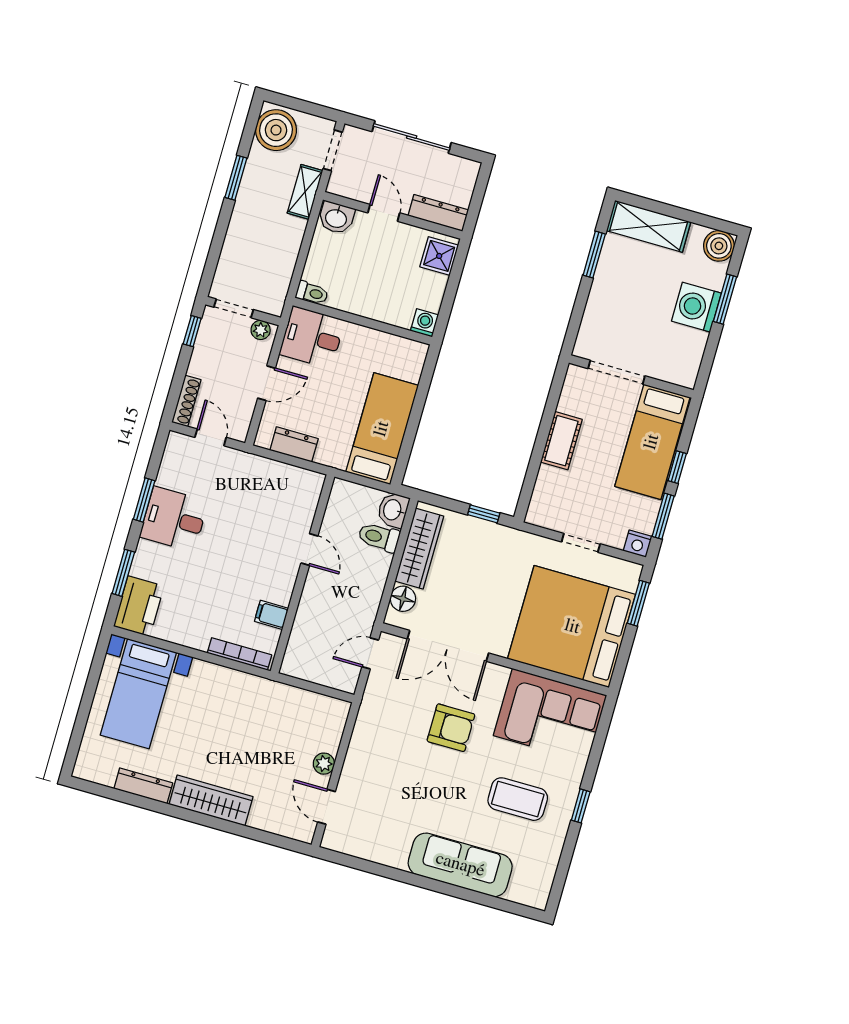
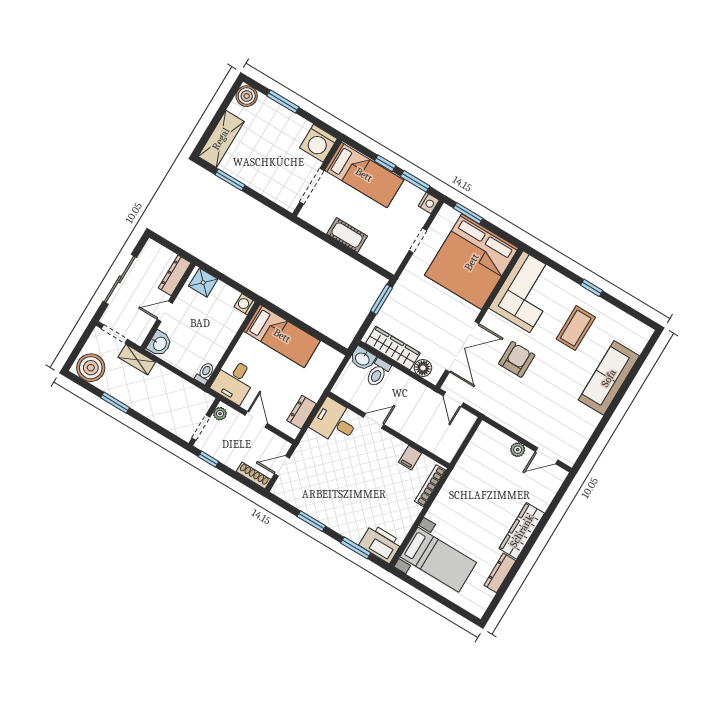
washing machine: (696, 307) -> (318, 143), moved
bed: (382, 429) -> (282, 336), moved, turned 180
window: (484, 514) -> (381, 299), width x1.50
desk: (174, 519) -> (335, 422), moved, turned 90

